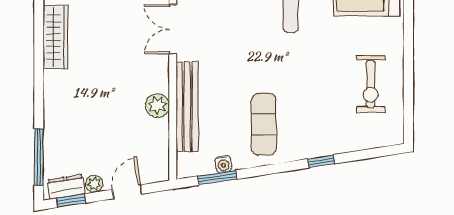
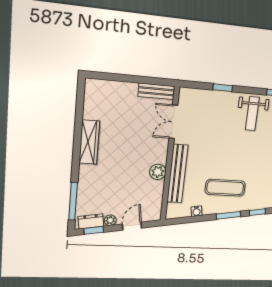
wardrobe: (55, 37) -> (89, 142), moved
exercise mat: (264, 124) -> (225, 188), turned 90
window: (217, 178) -> (228, 215), moved

